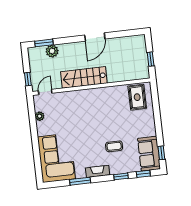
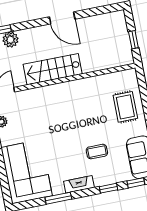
door: (95, 37) -> (62, 18), hinge flipped
rug: (137, 97) -> (125, 107), moved

